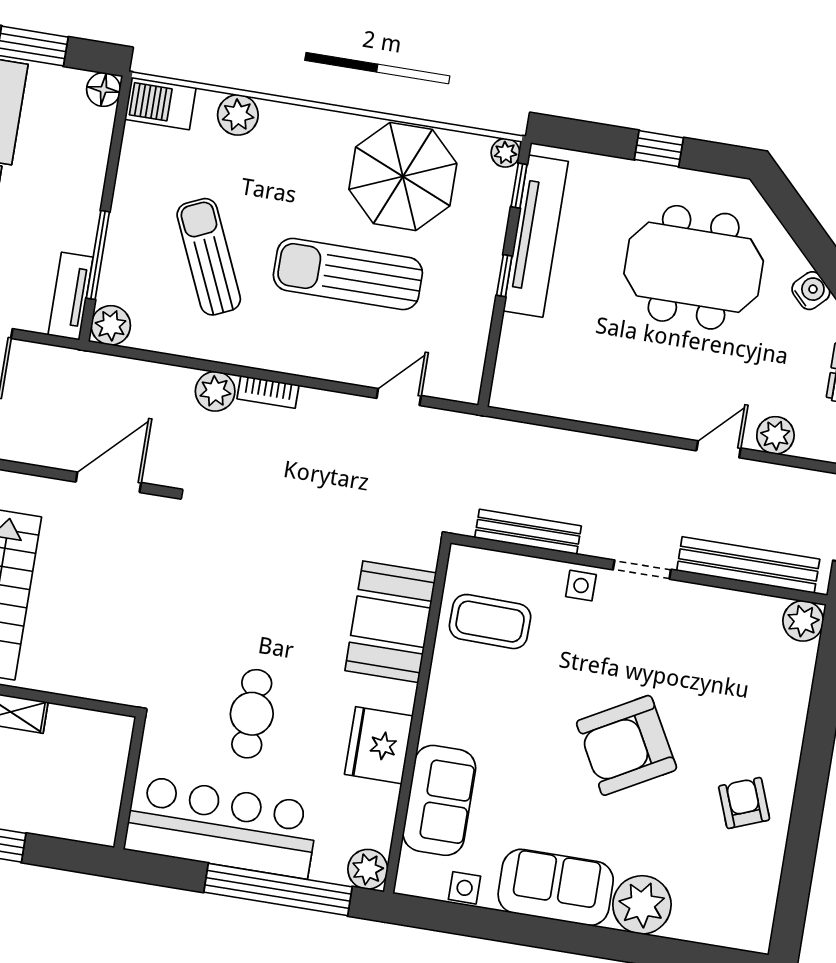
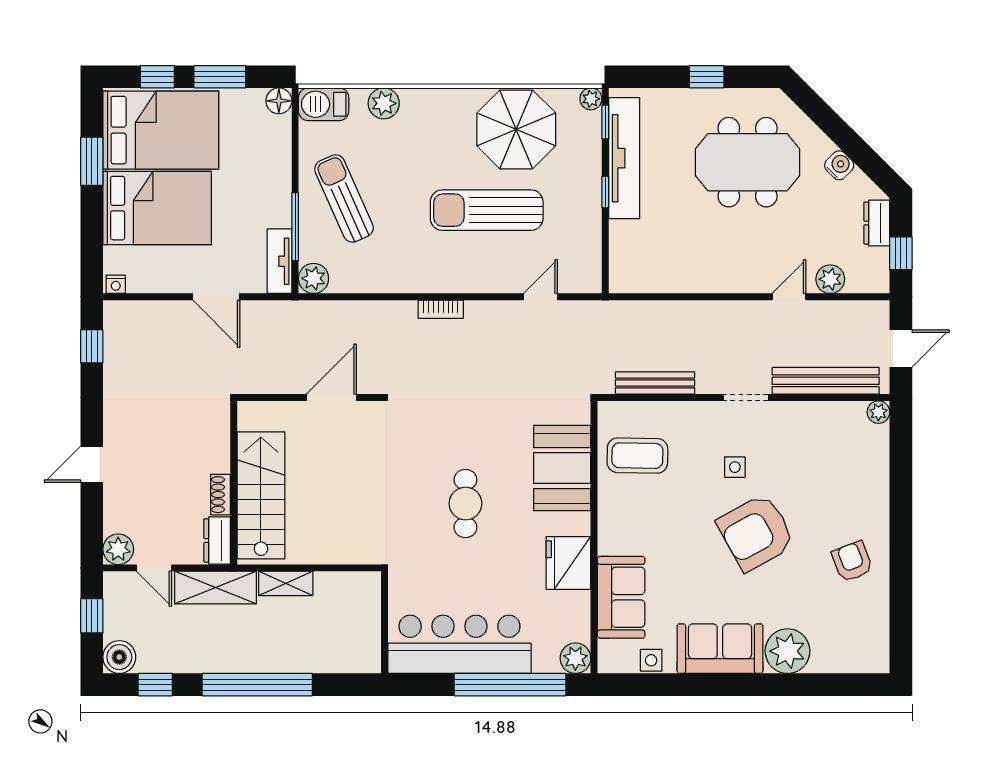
sun lounger: (209, 257) -> (344, 199), moved
plant: (215, 391) -> (401, 315), removed
side table: (581, 586) -> (735, 467), moved
plant: (803, 621) -> (878, 412), width x0.73, depth x0.73
cafe table: (252, 714) -> (465, 504), moved

